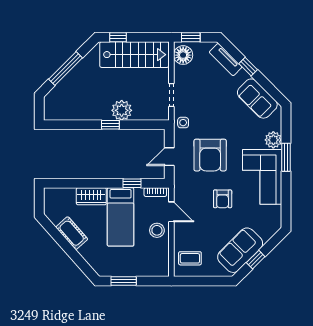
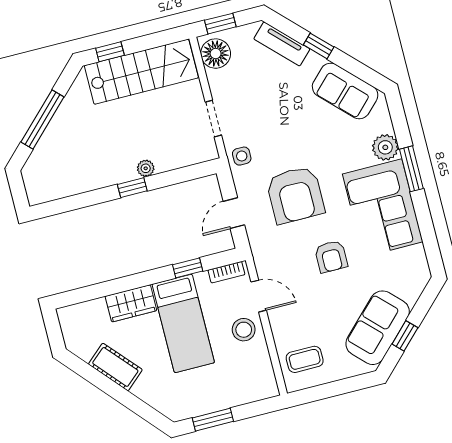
plant: (122, 110) -> (146, 168), width x0.53, depth x0.53

